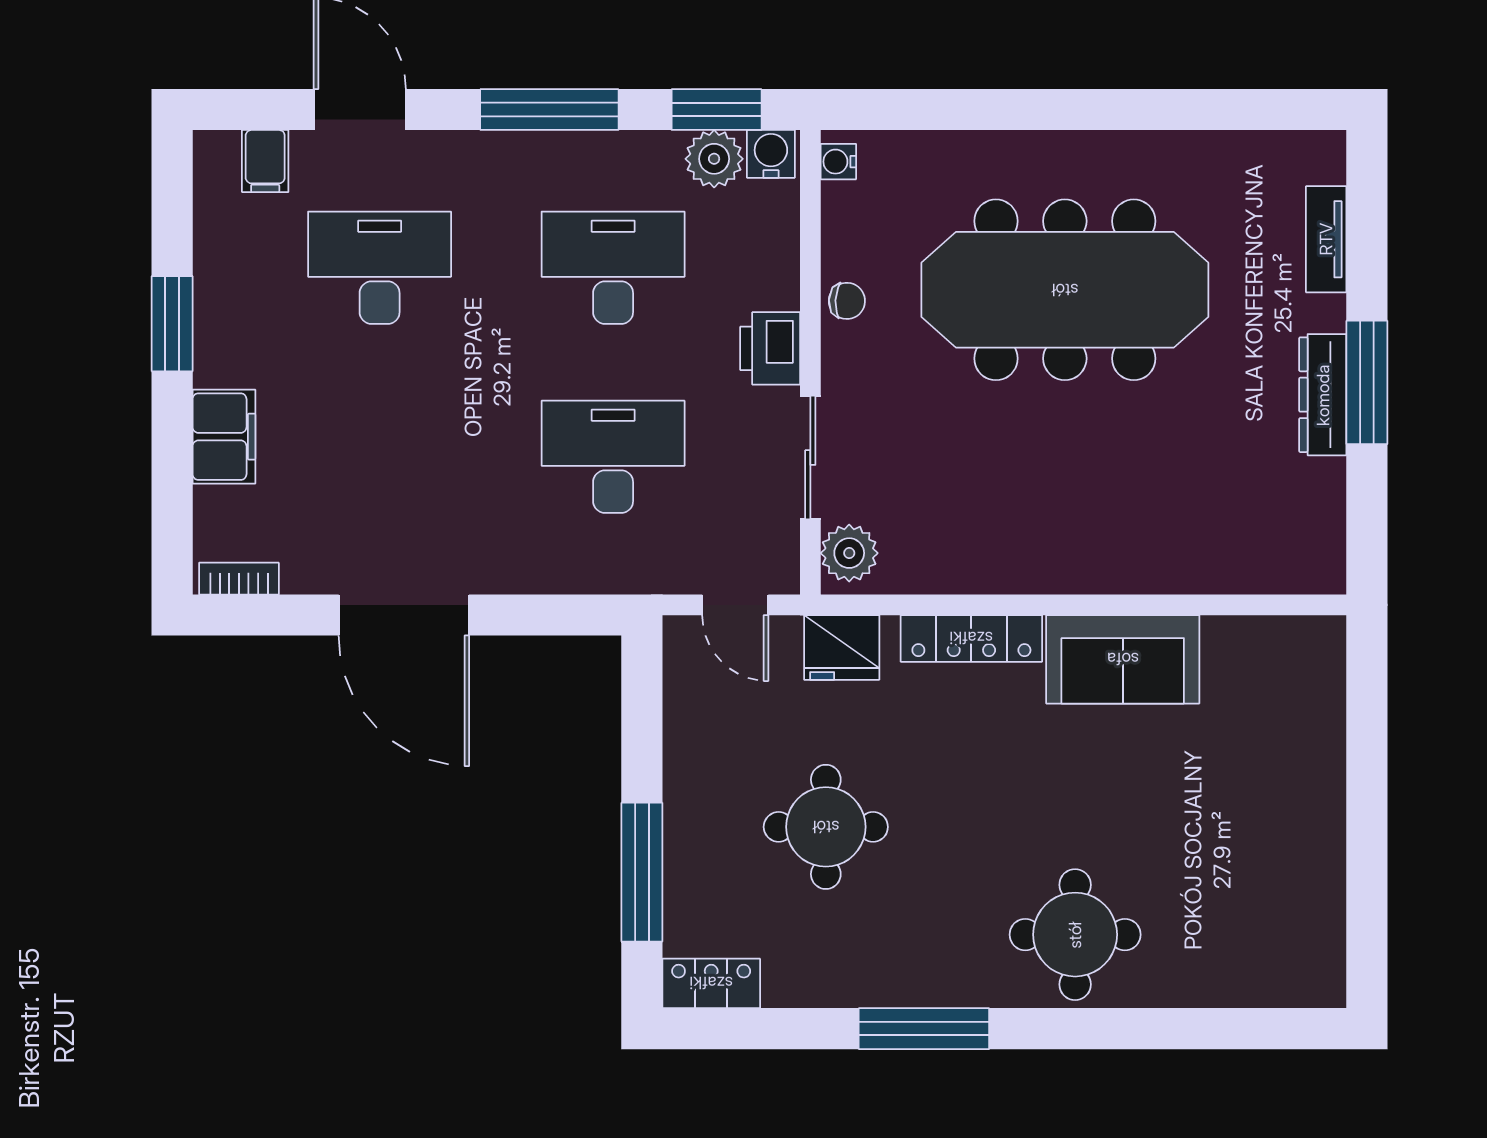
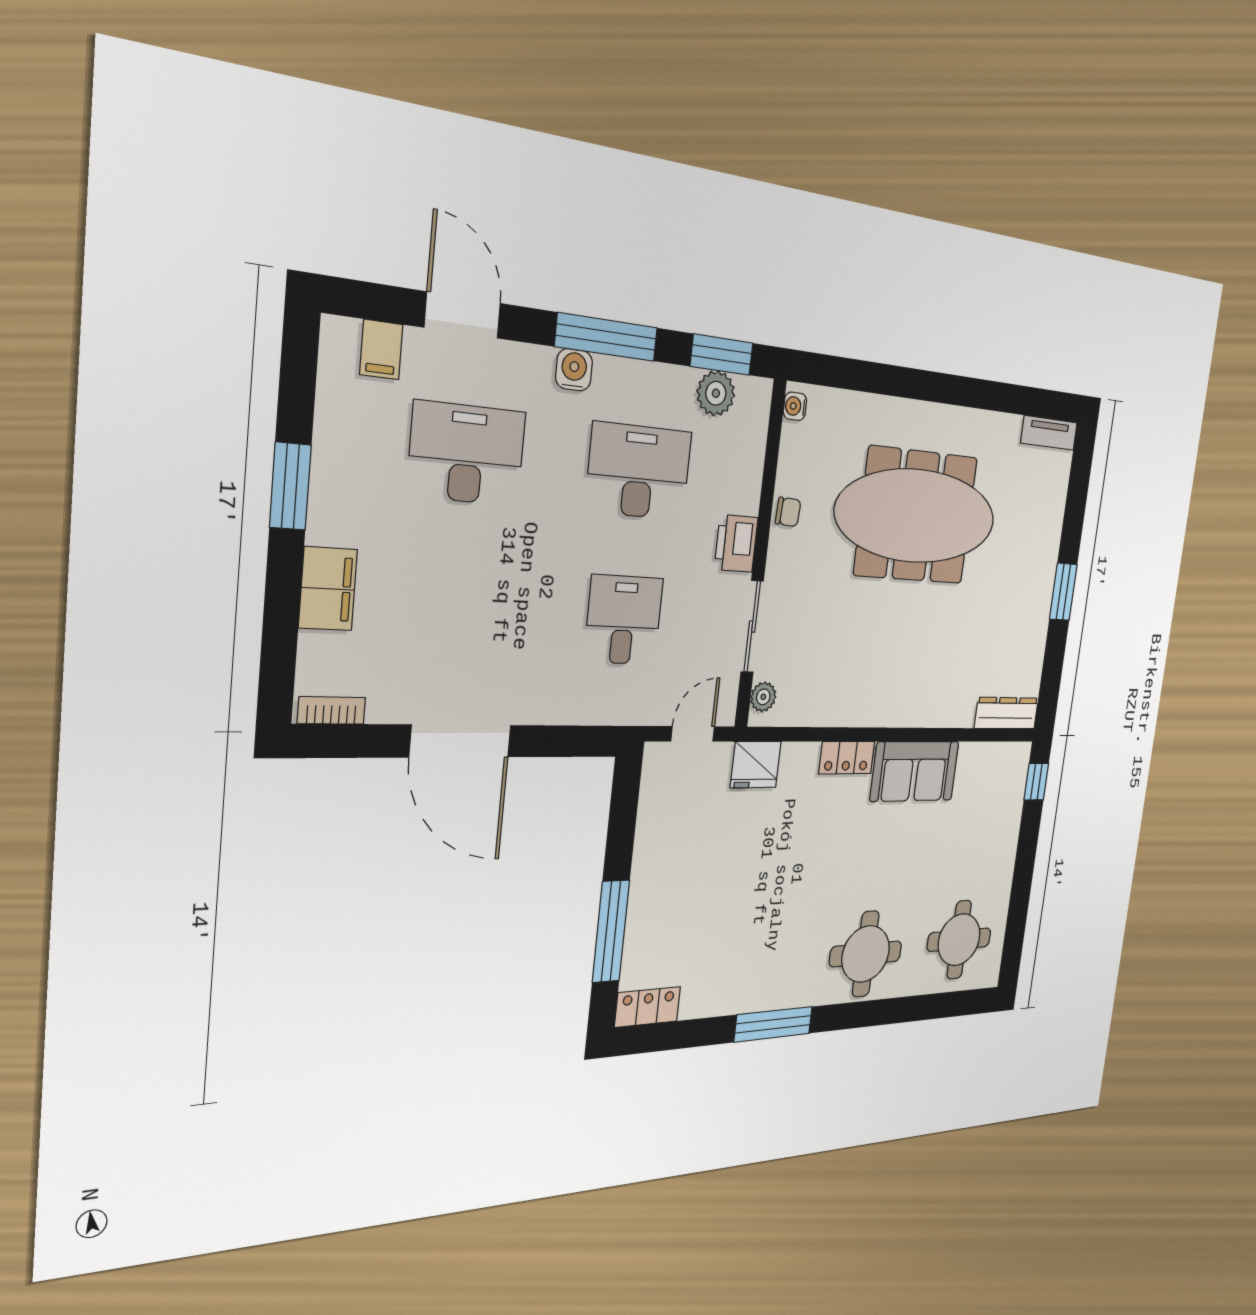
water cooler: (771, 154) -> (574, 370), moved
tv unit: (1326, 239) -> (1049, 433), moved, turned -90
window: (1367, 382) -> (1063, 592), width x0.69
dresser: (1323, 395) -> (1006, 713), moved, turned 90
desk: (613, 457) -> (623, 620), width x0.73
plant: (849, 553) -> (763, 697), width x0.73, depth x0.73
door: (735, 605) -> (693, 734), swing flipped
locker: (971, 638) -> (847, 758), width x0.66
window: (1367, 678) -> (1036, 782), added
round table: (826, 827) -> (959, 940), moved

